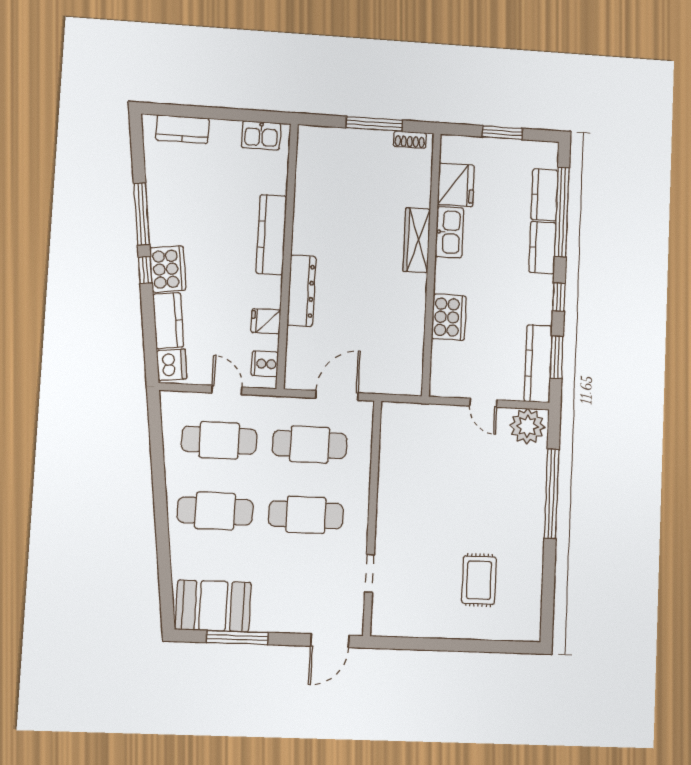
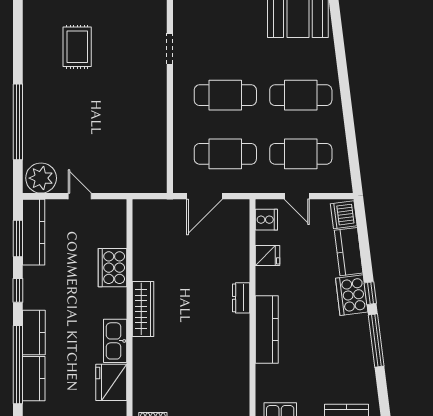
wardrobe: (417, 240) -> (143, 309), moved
dresser: (301, 291) -> (241, 298), width x0.51, depth x0.80

